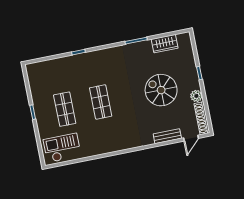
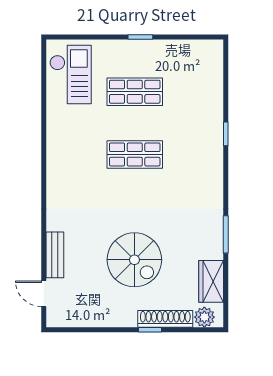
spiral stairs: (161, 90) -> (134, 260), turned 90
plant: (196, 96) -> (204, 317), moved
shoe rack: (202, 118) -> (165, 319), moved

